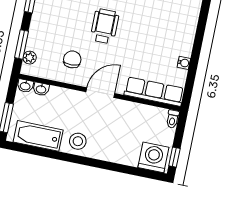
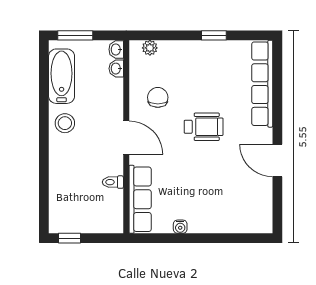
window: (21, 44) -> (163, 35), removed
chair: (72, 59) -> (158, 97), turned -88
toilet: (173, 119) -> (113, 182), moved
washing machine: (153, 157) -> (64, 214), removed

